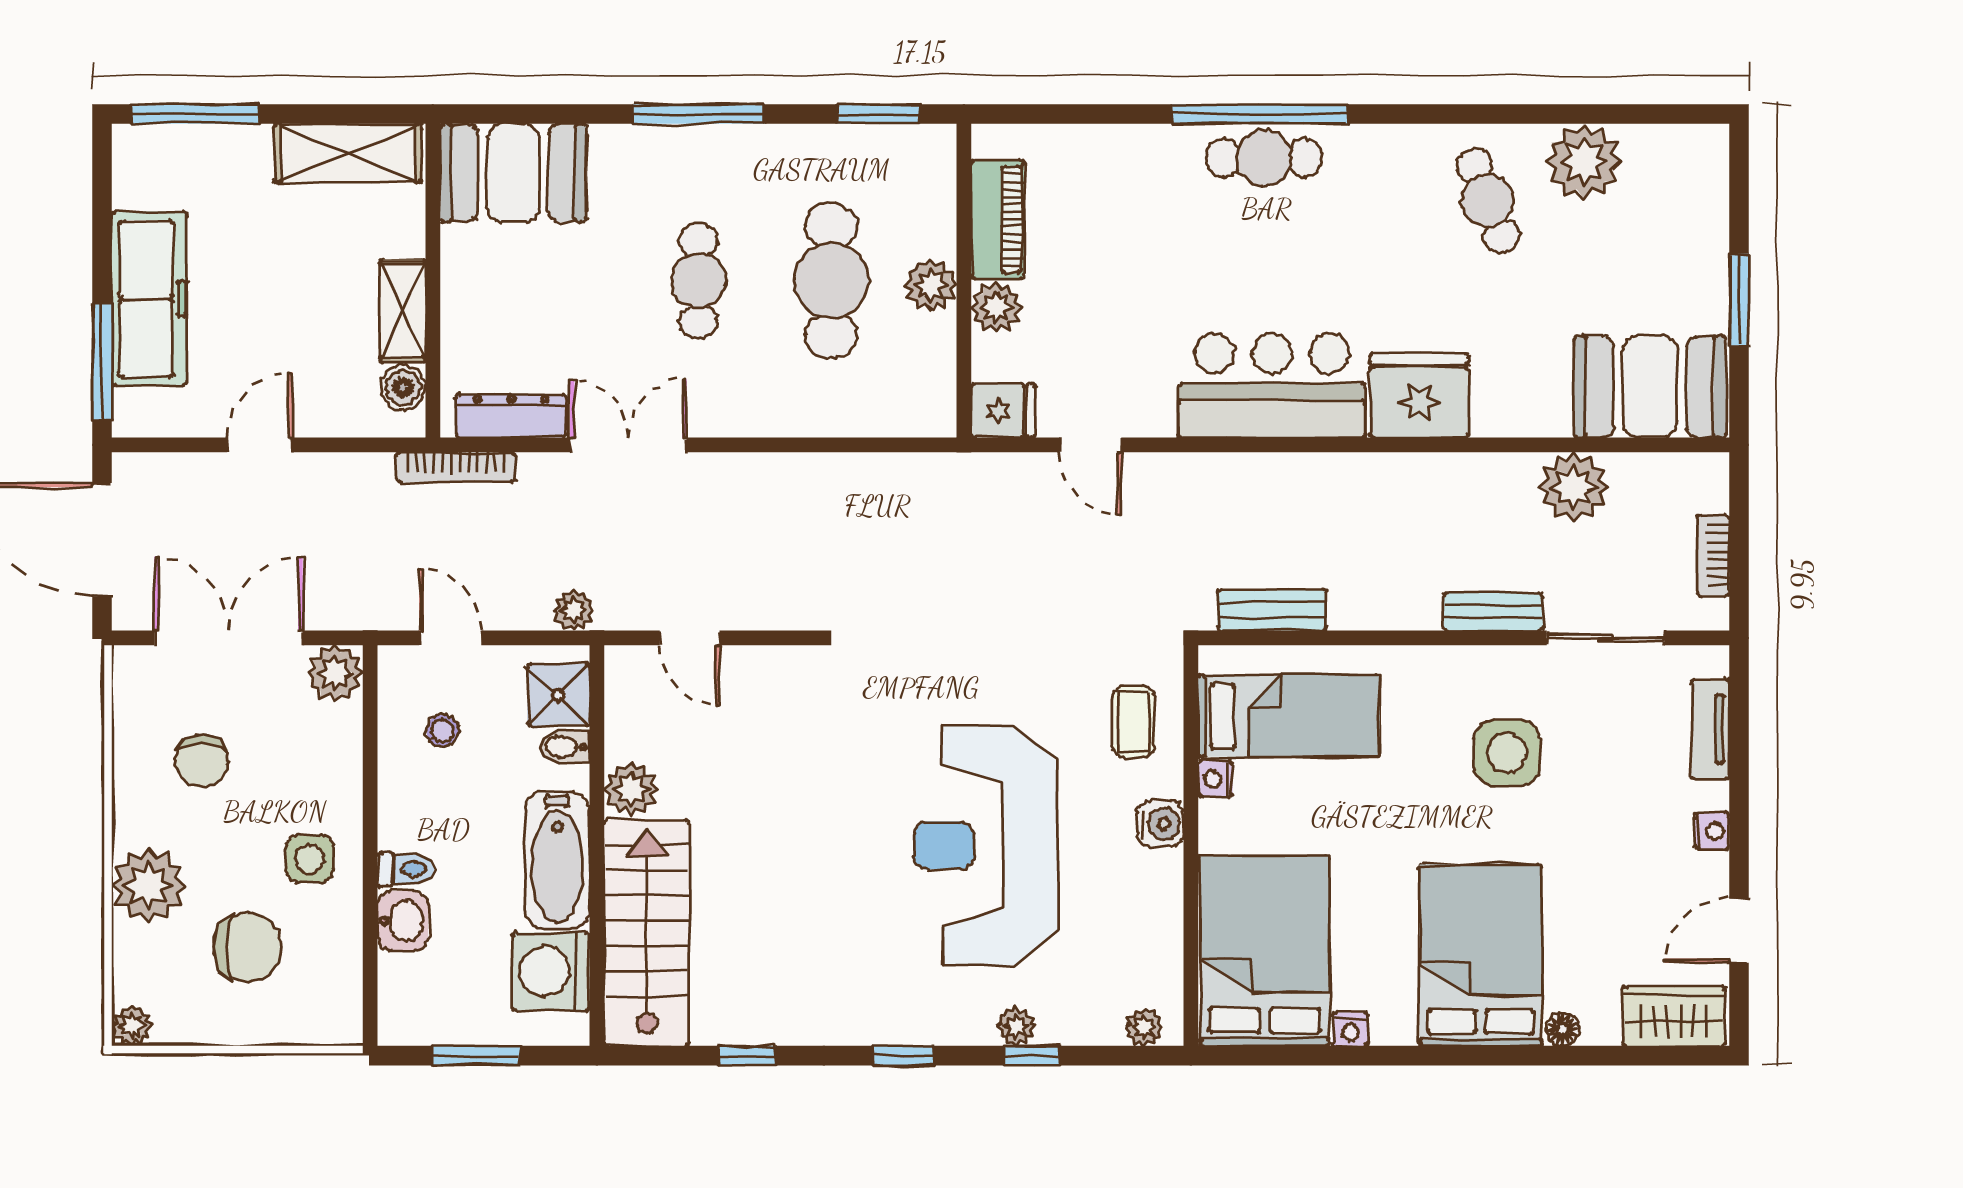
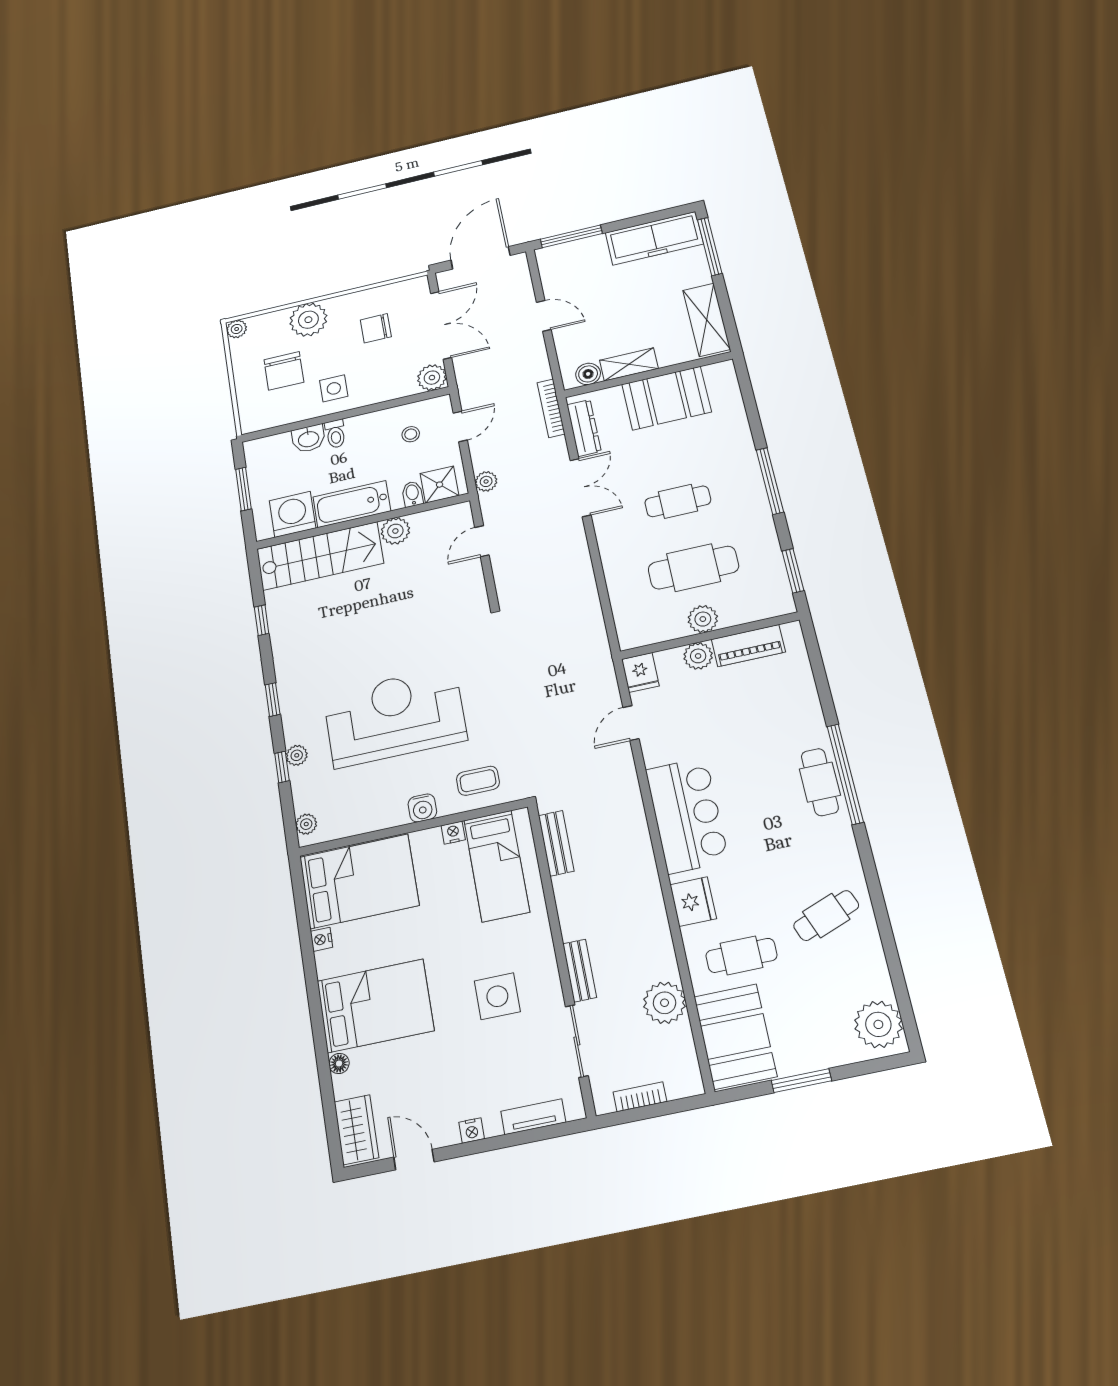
plant: (1584, 161) -> (878, 1024), moved
booth: (513, 173) -> (666, 398), moved, turned 90
freezer: (149, 298) -> (654, 238), moved
cafe table: (1523, 349) -> (741, 955), added
fridge: (1419, 396) -> (693, 902), width x0.73, depth x0.75

